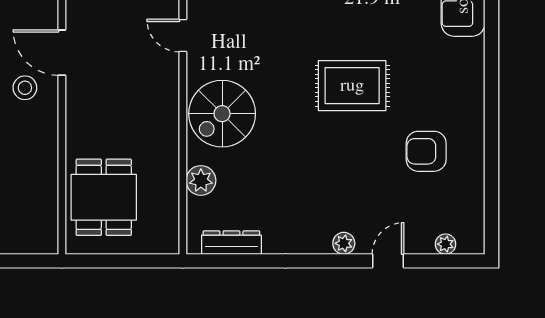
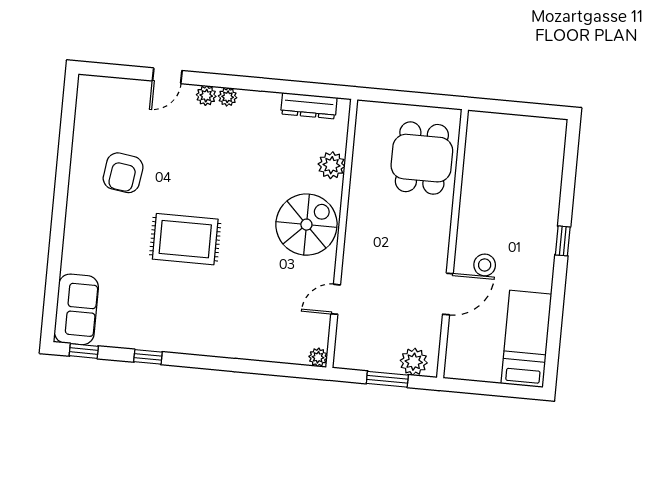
door: (183, 36) -> (336, 299), swing flipped
door: (62, 53) -> (448, 294), hinge flipped
armchair: (426, 151) -> (123, 173), turned 98
plant: (446, 244) -> (228, 97), moved

